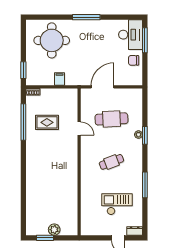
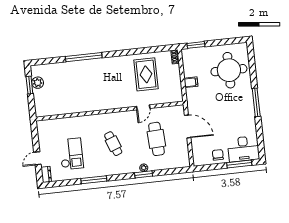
window: (23, 122) -> (84, 57), moved
rug: (47, 122) -> (146, 74), width x1.36, depth x1.43
plant: (54, 230) -> (38, 83), moved

